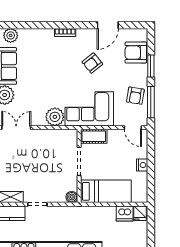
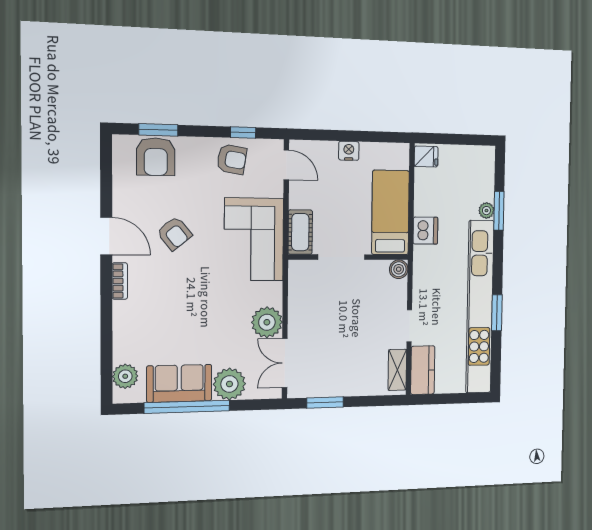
door: (108, 25) -> (106, 236), moved
window: (151, 66) -> (158, 130), moved
window: (151, 102) -> (243, 133), width x0.46
plant: (55, 117) -> (267, 322), moved
door: (133, 128) -> (286, 165), hinge flipped
dishwasher: (125, 213) -> (425, 231), moved

